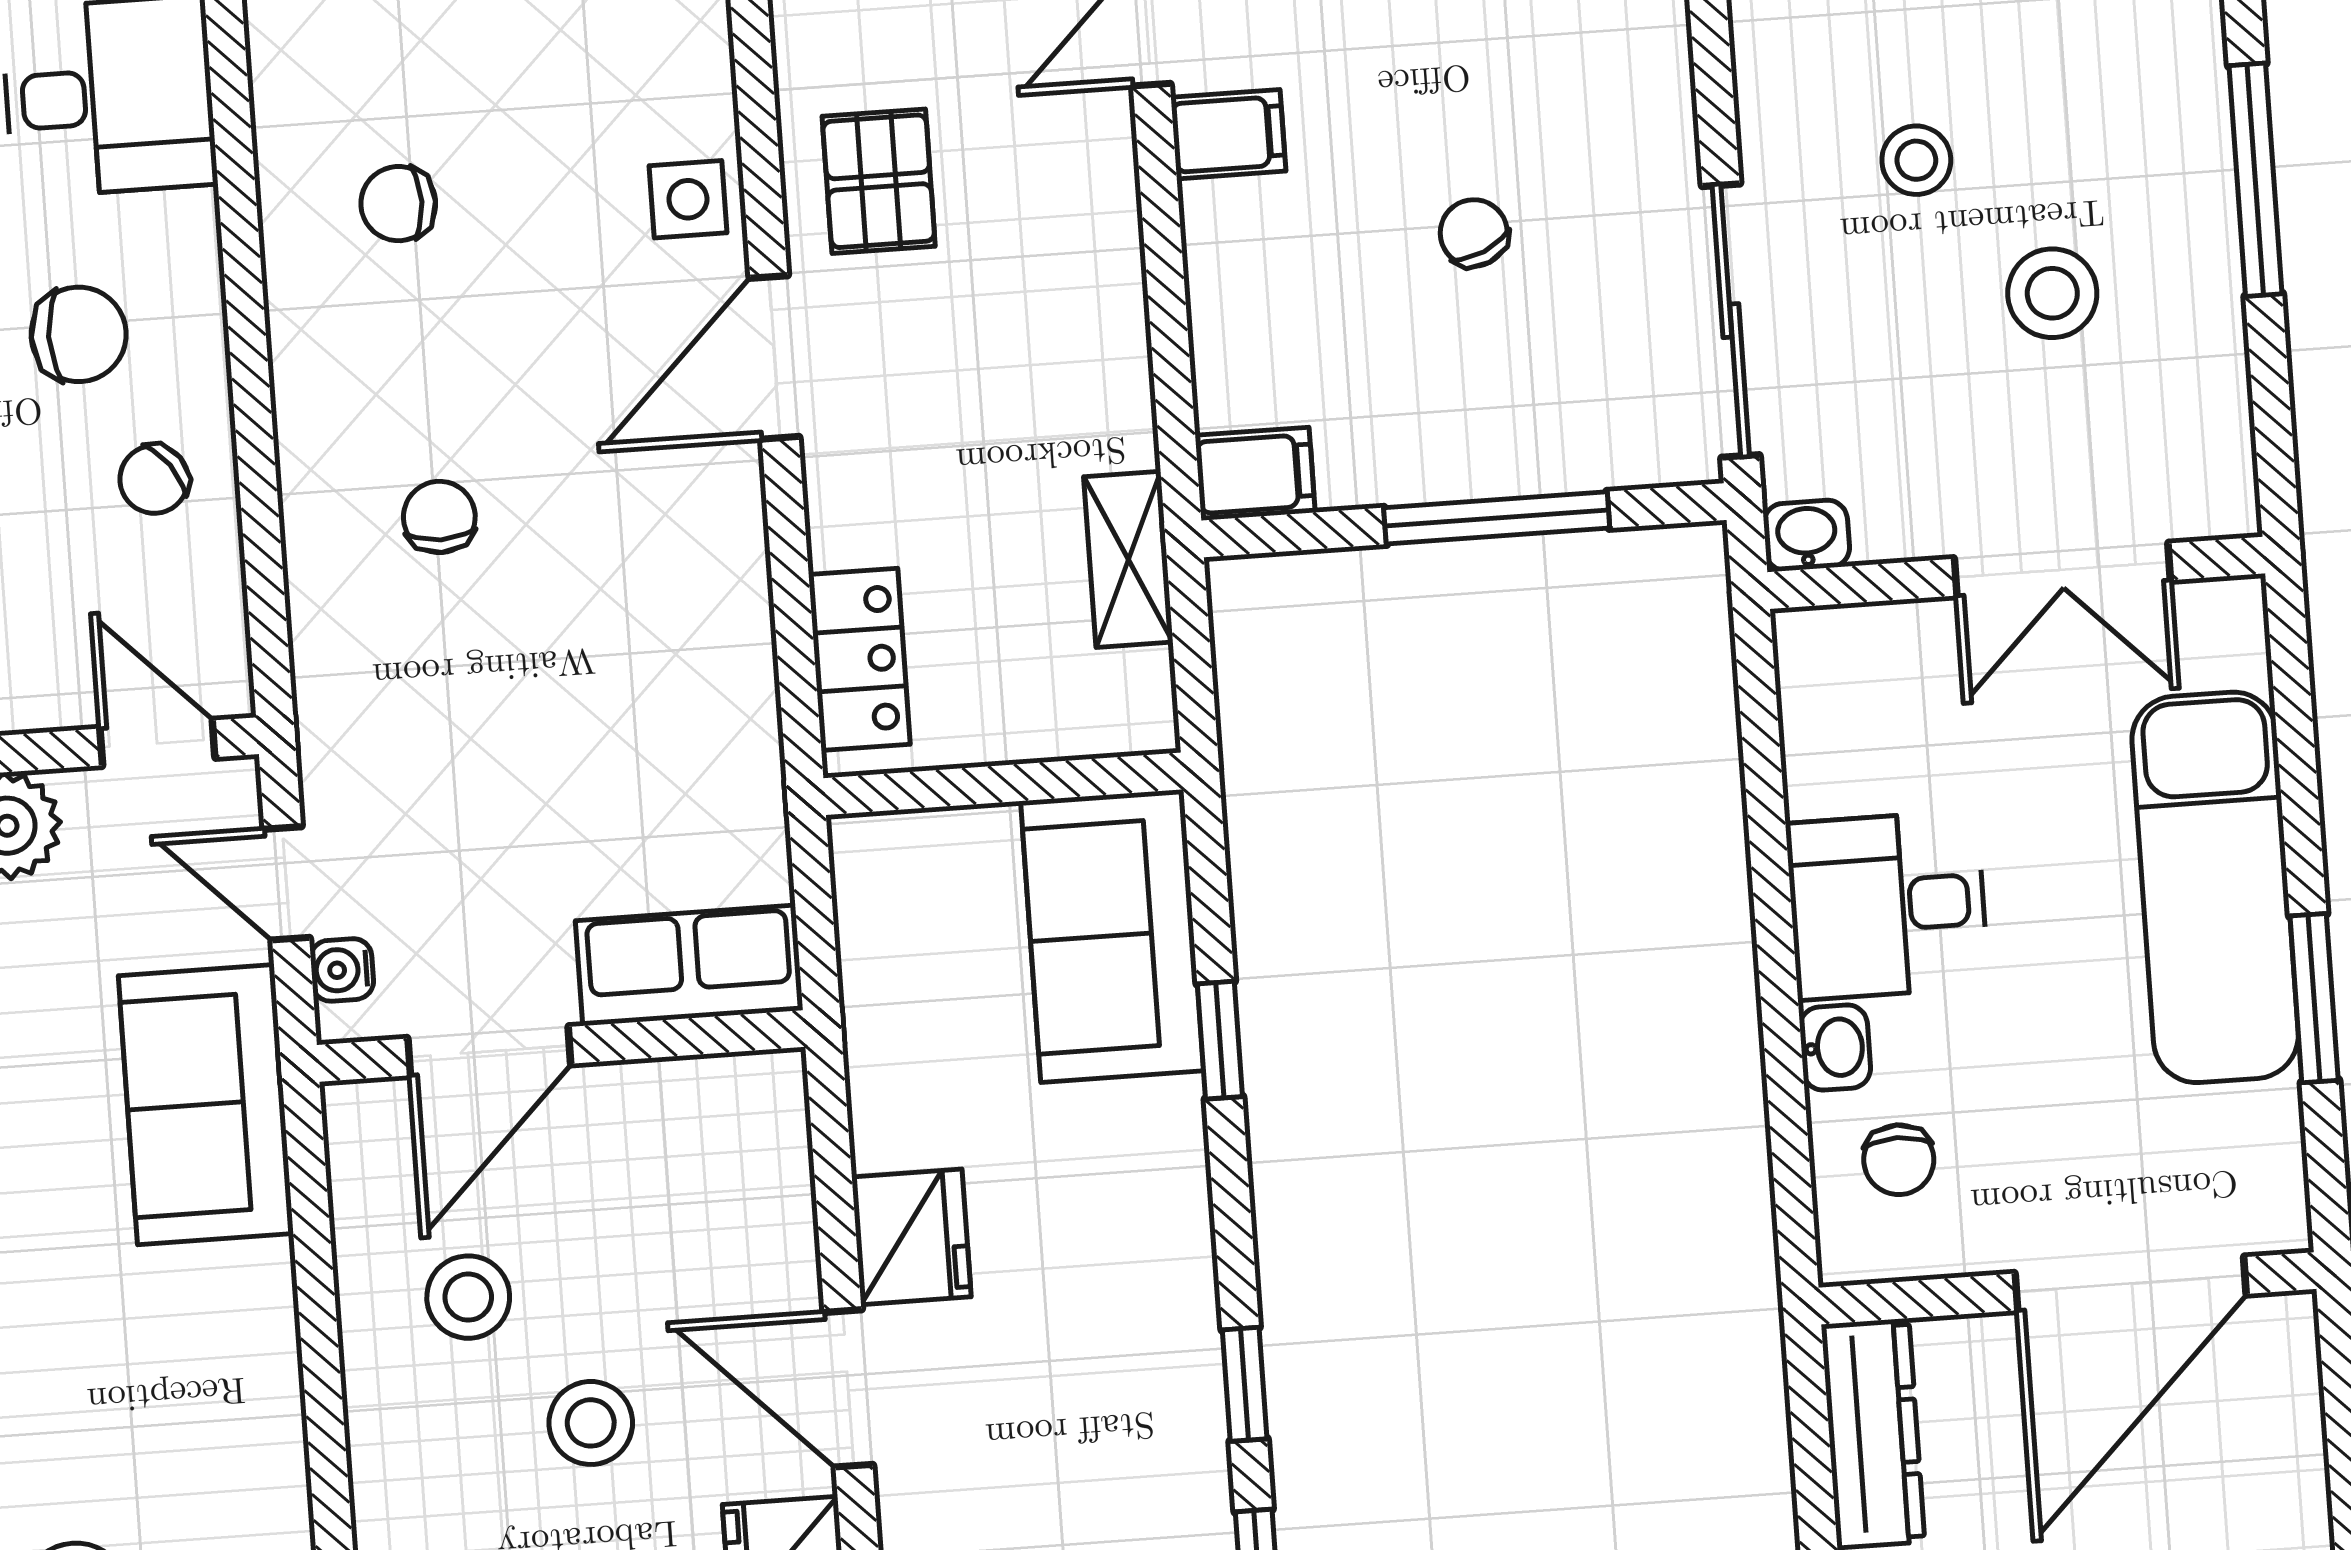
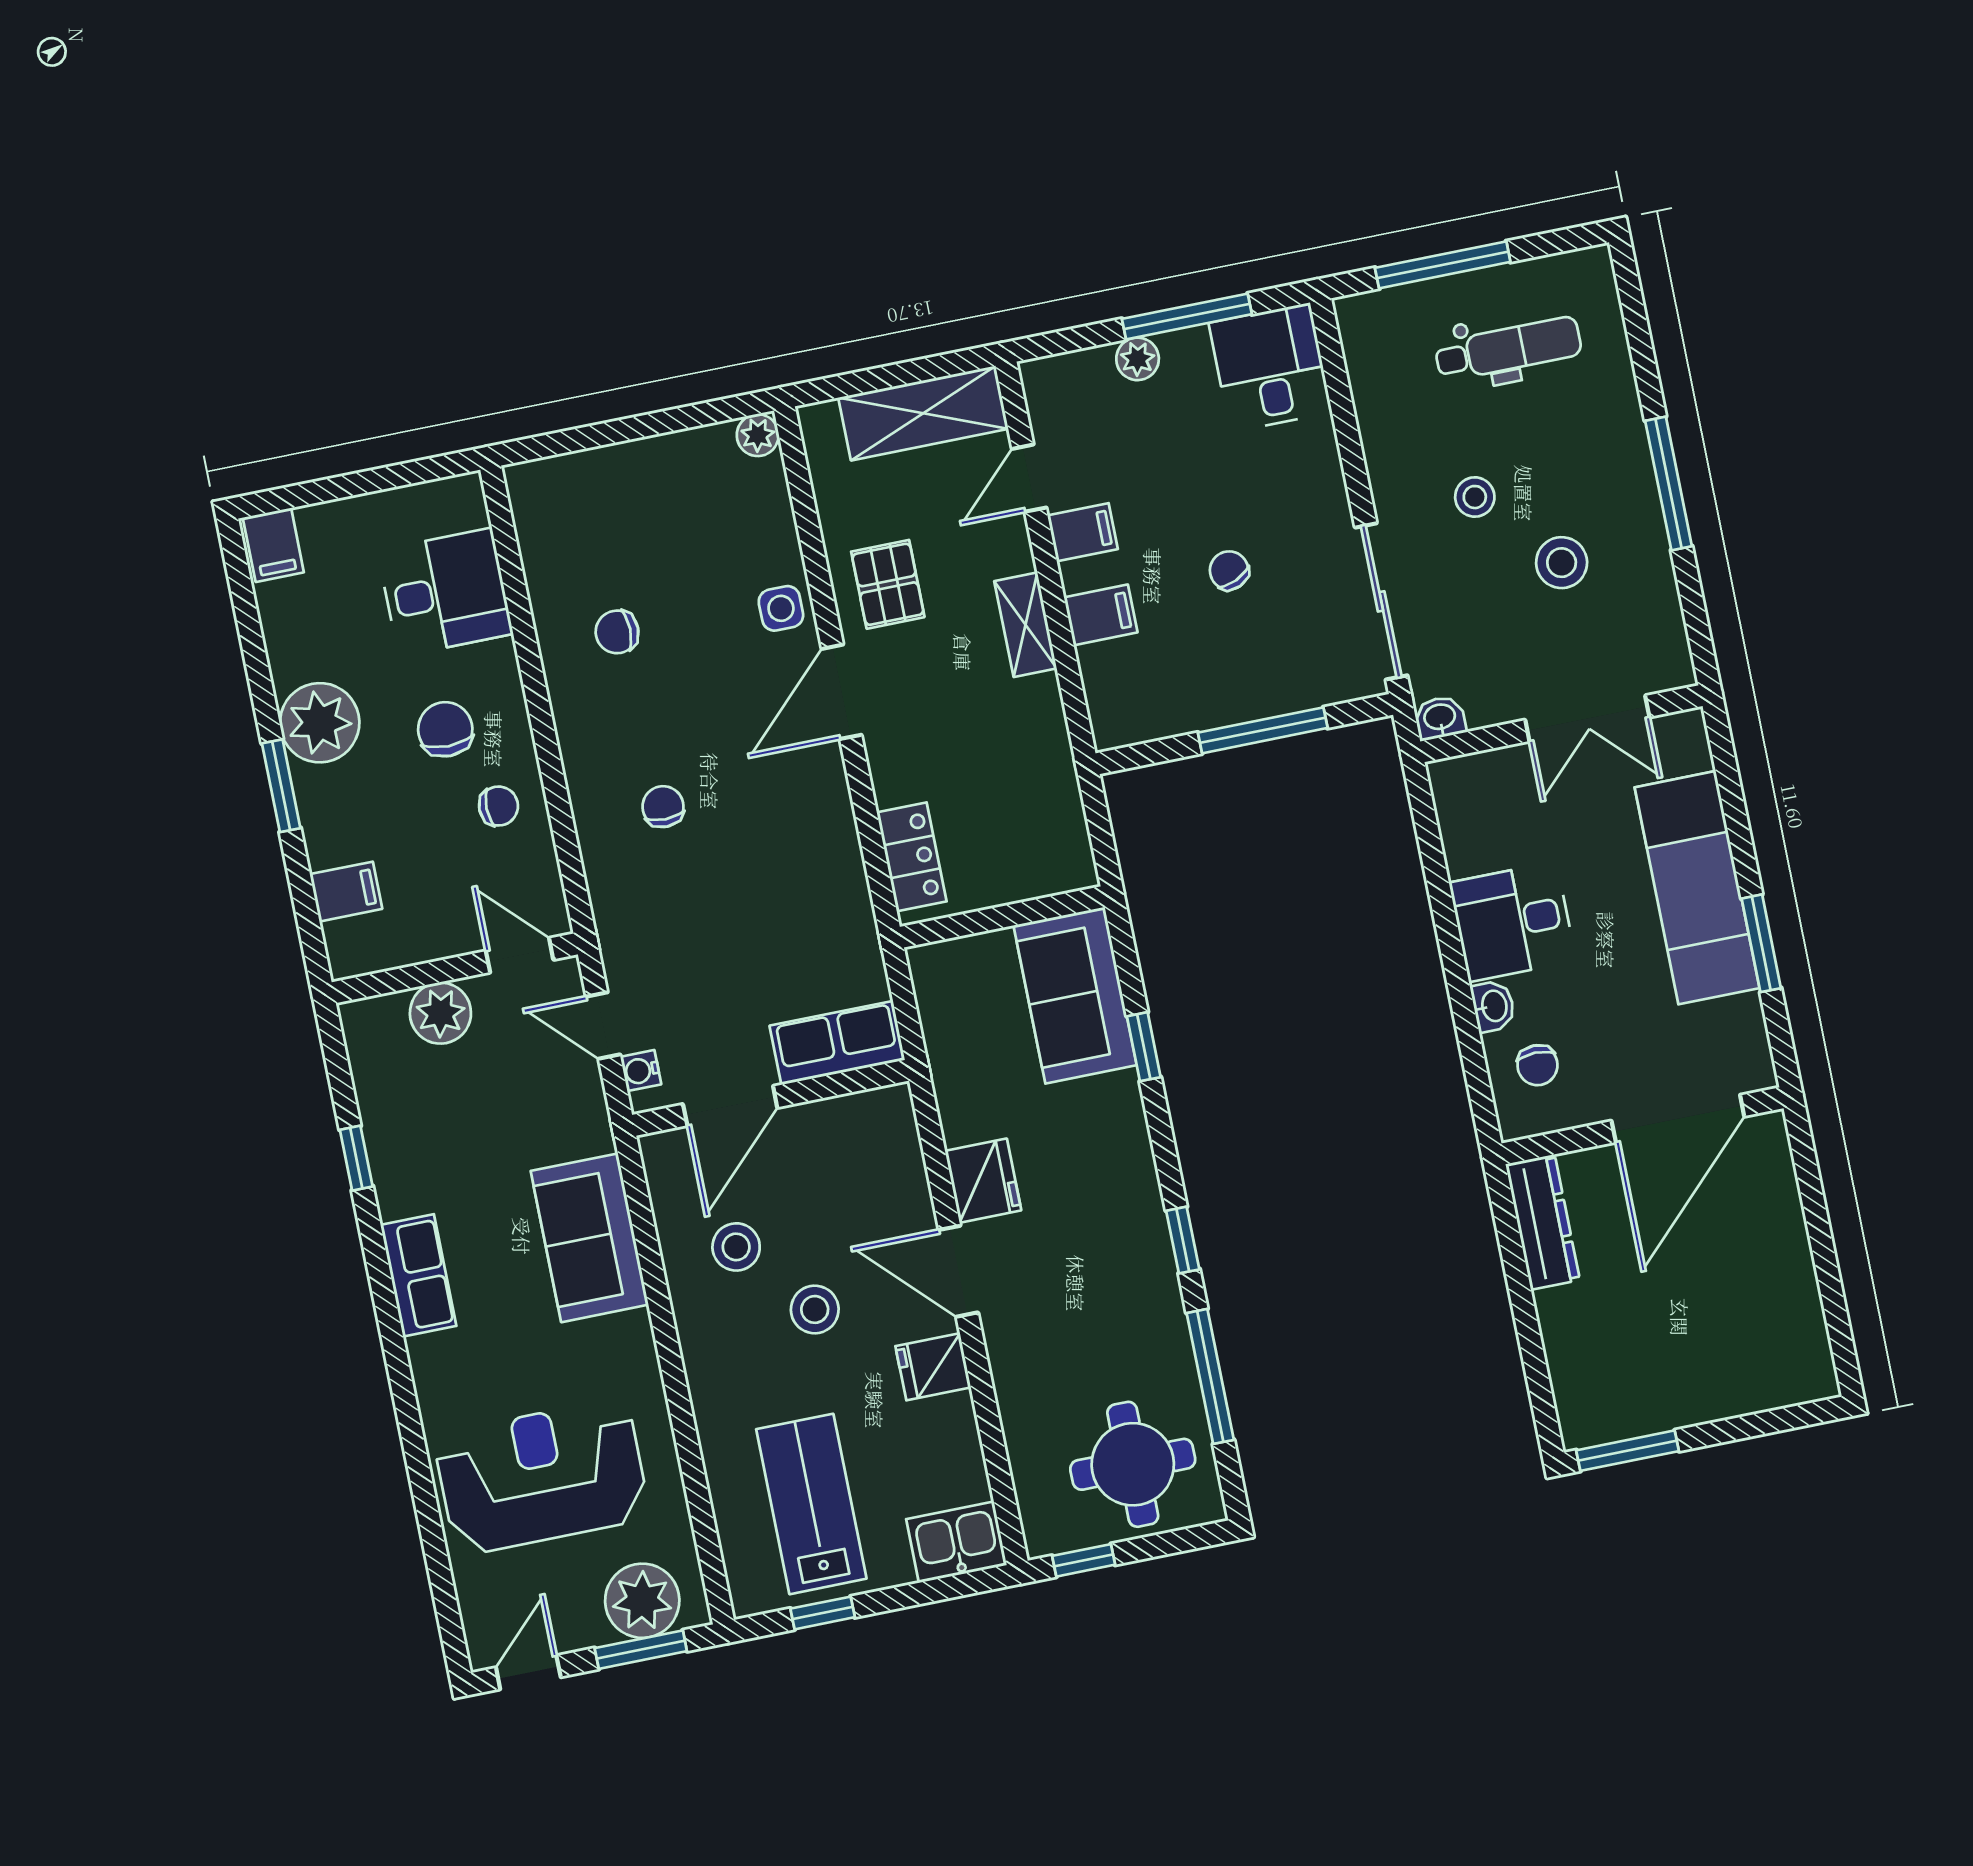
chair: (79, 334) -> (445, 729), turned -90
filing cabinet: (1255, 474) -> (1101, 615), moved
chair: (154, 479) -> (499, 806), turned -144
shelving: (1128, 559) -> (1025, 625), moved
sofa: (206, 1105) -> (590, 1238), moved

